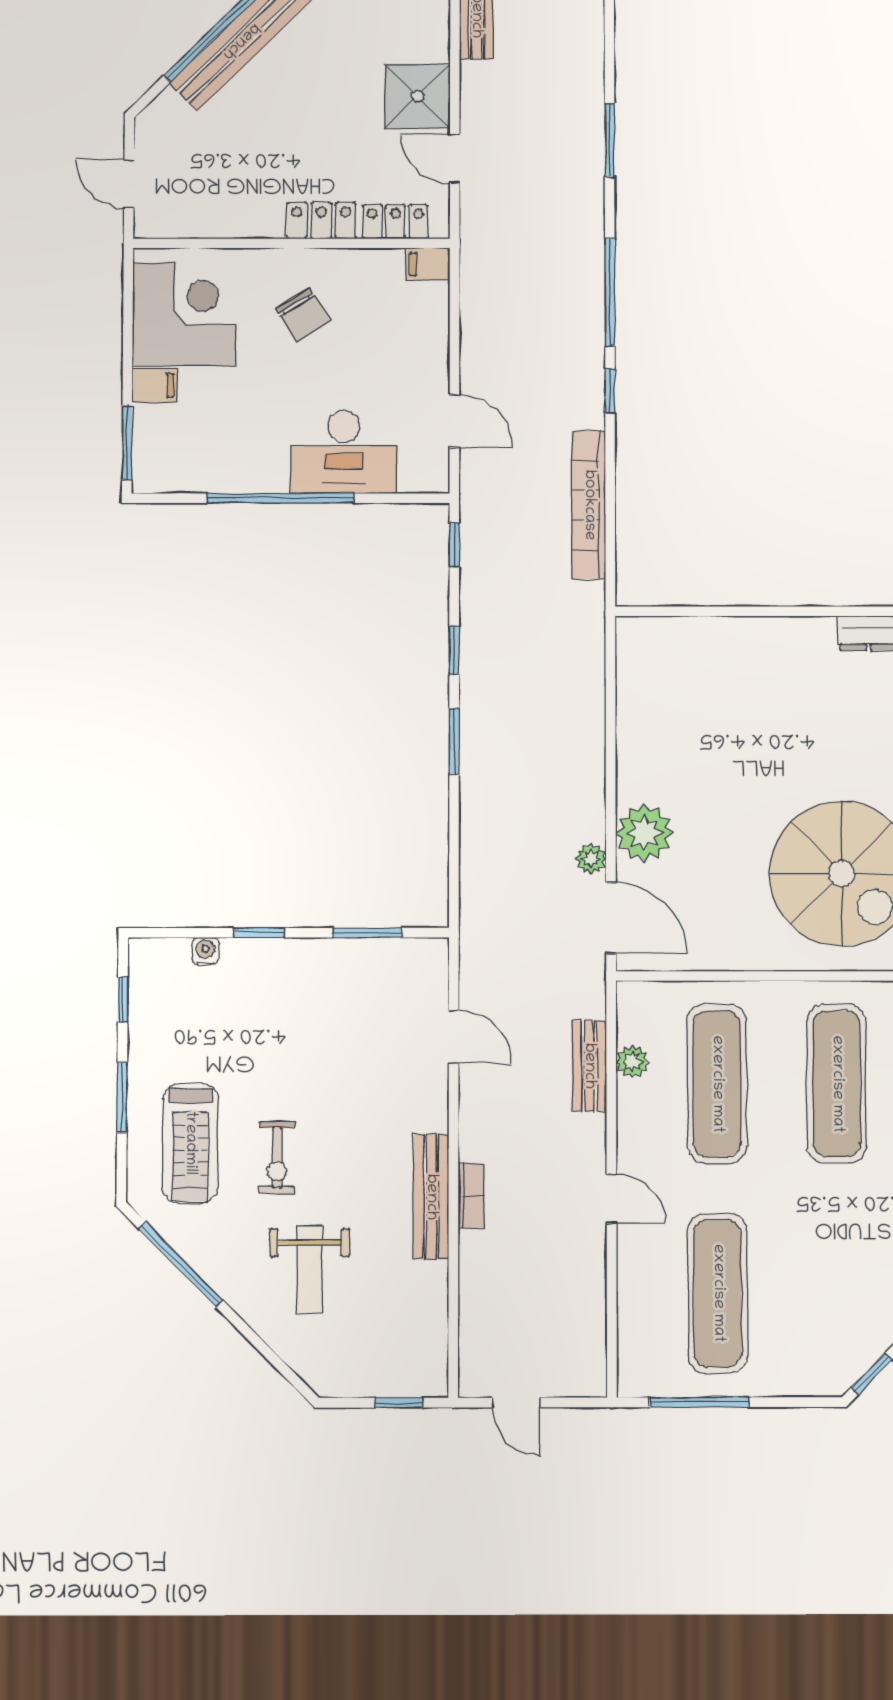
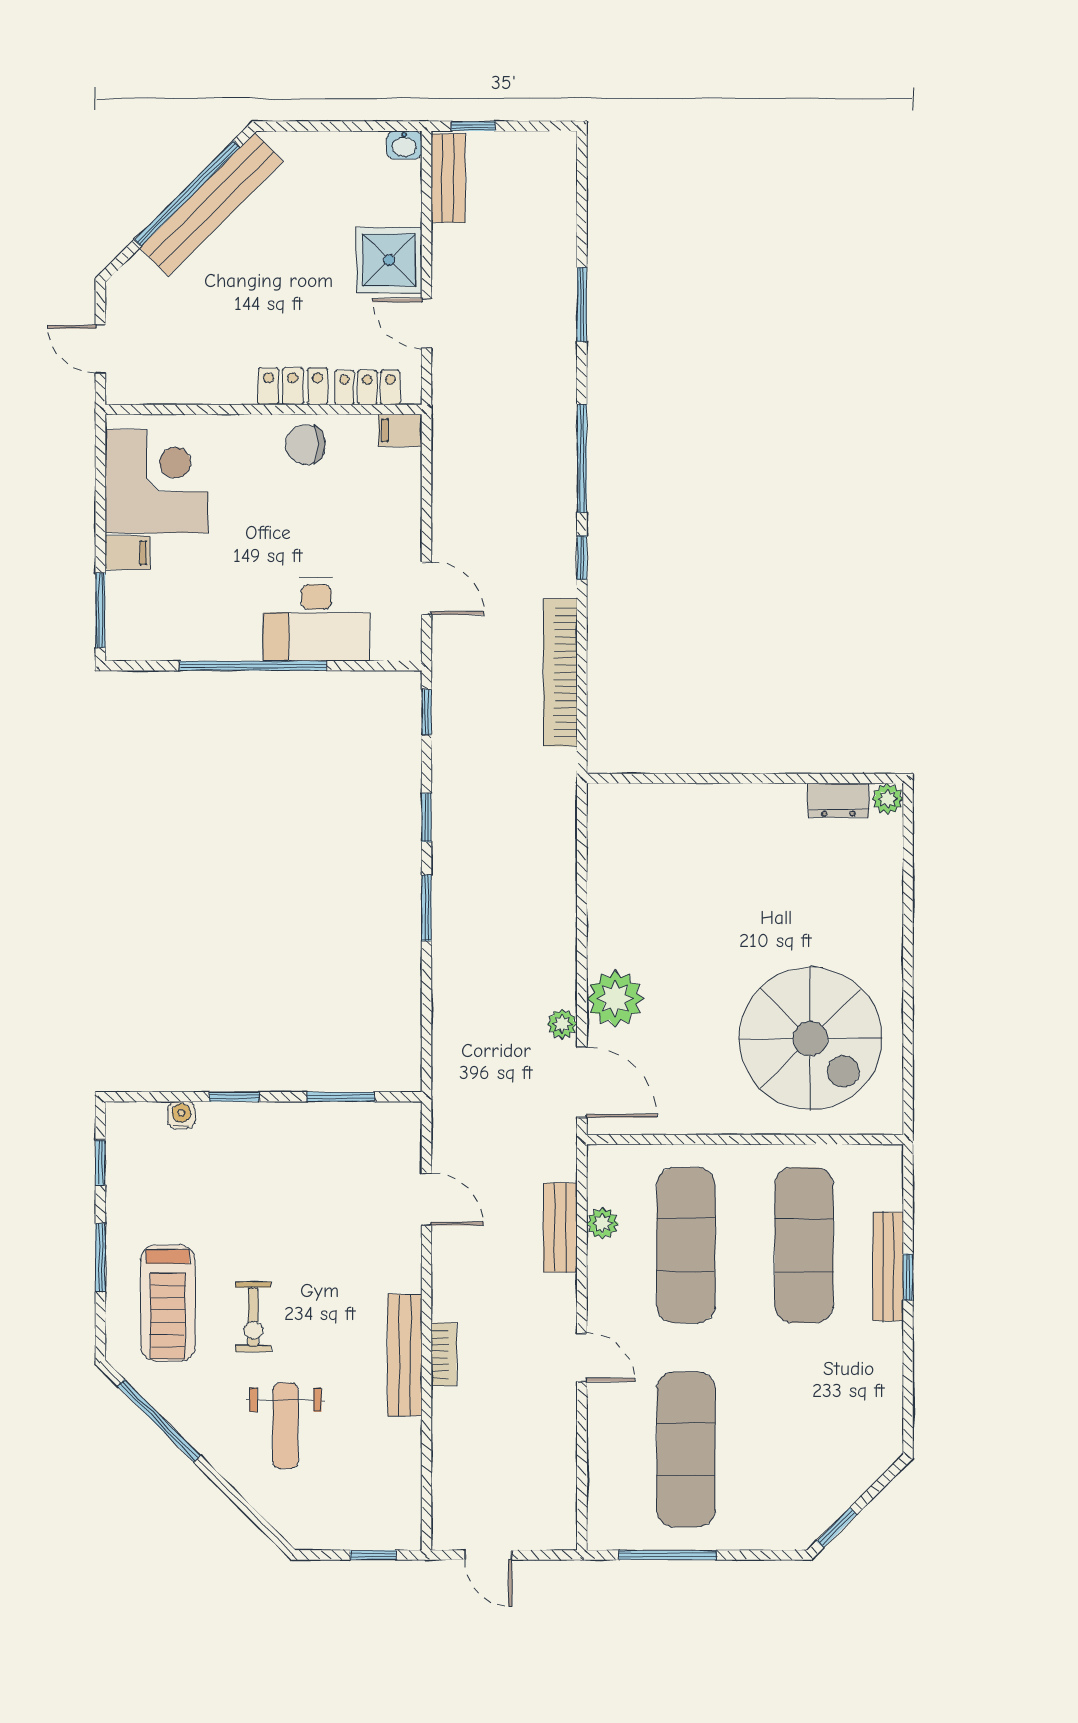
chair: (303, 315) -> (306, 444), moved, turned 122

